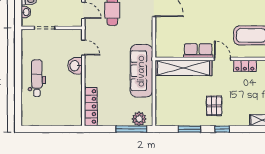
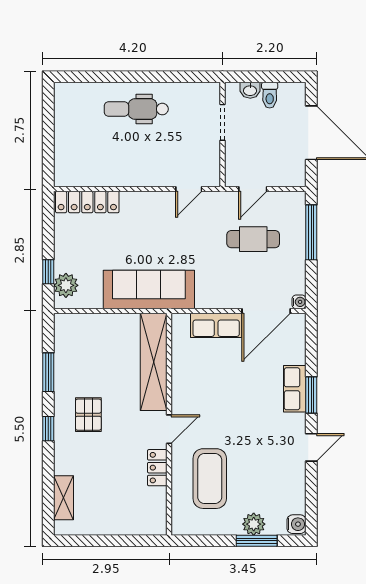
row of seats: (198, 51) -> (216, 325), moved, turned 90
washbasin: (75, 66) -> (157, 175), removed
dental chair: (37, 78) -> (136, 109), turned 180
pallet: (214, 106) -> (88, 415), turned 90
window: (131, 129) -> (48, 272), width x0.46

